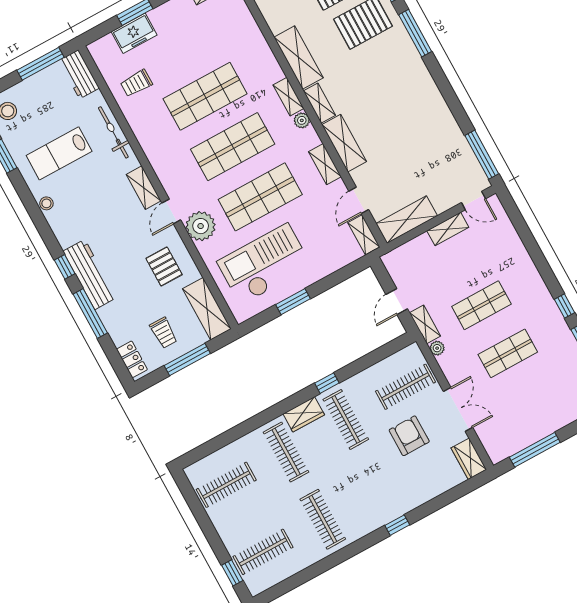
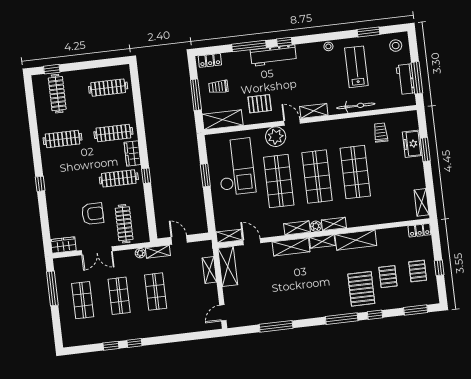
workbench: (79, 74) -> (405, 79), moved, turned -90
window: (482, 155) -> (276, 326), moved
shelving: (325, 164) -> (297, 228), moved
shelving: (448, 229) -> (209, 270), moved
shop shelf: (534, 401) -> (83, 300), added
clothes rail: (226, 485) -> (108, 88), turned 90

